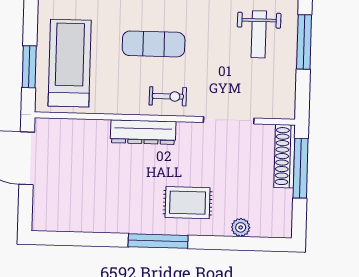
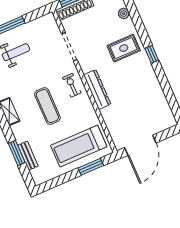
rug: (188, 203) -> (124, 48), turned 90
window: (158, 241) -> (152, 54), width x0.46

